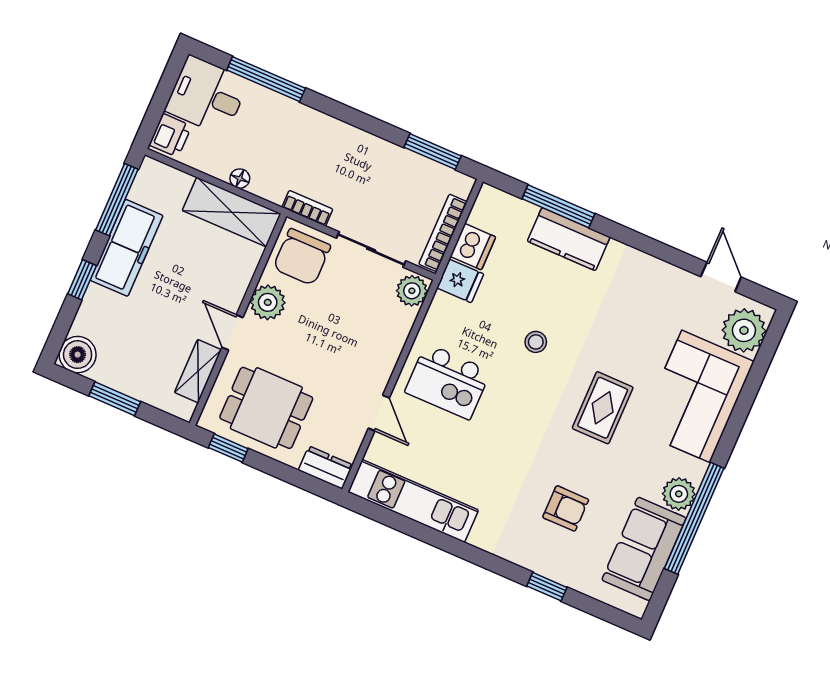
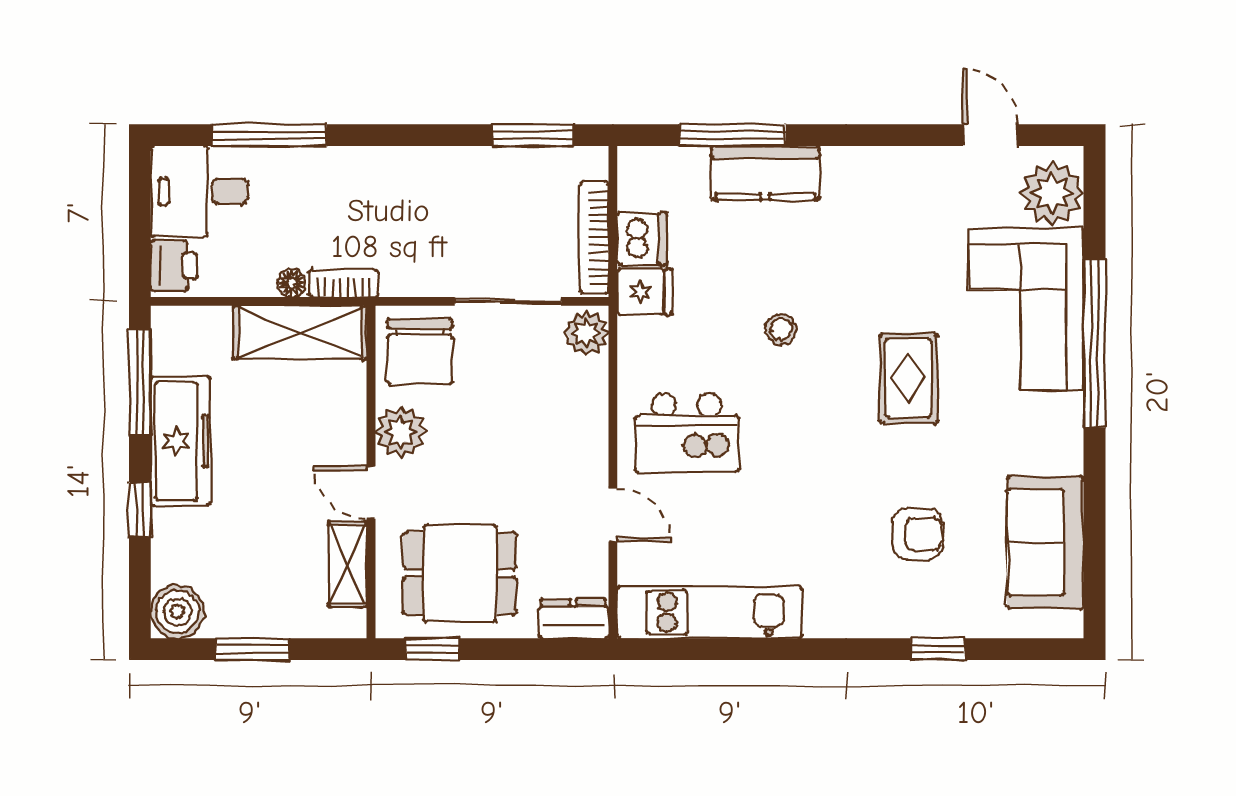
bookcase: (307, 208) -> (344, 283), moved
plant: (679, 494) -> (1060, 449), removed
window: (694, 518) -> (1094, 343), moved

